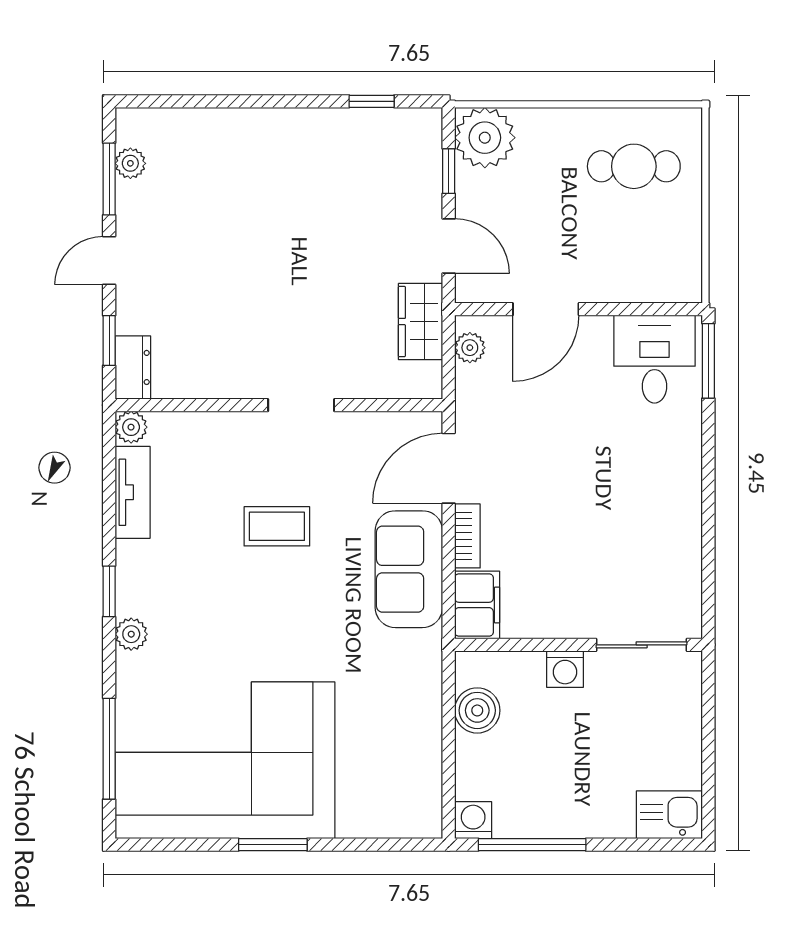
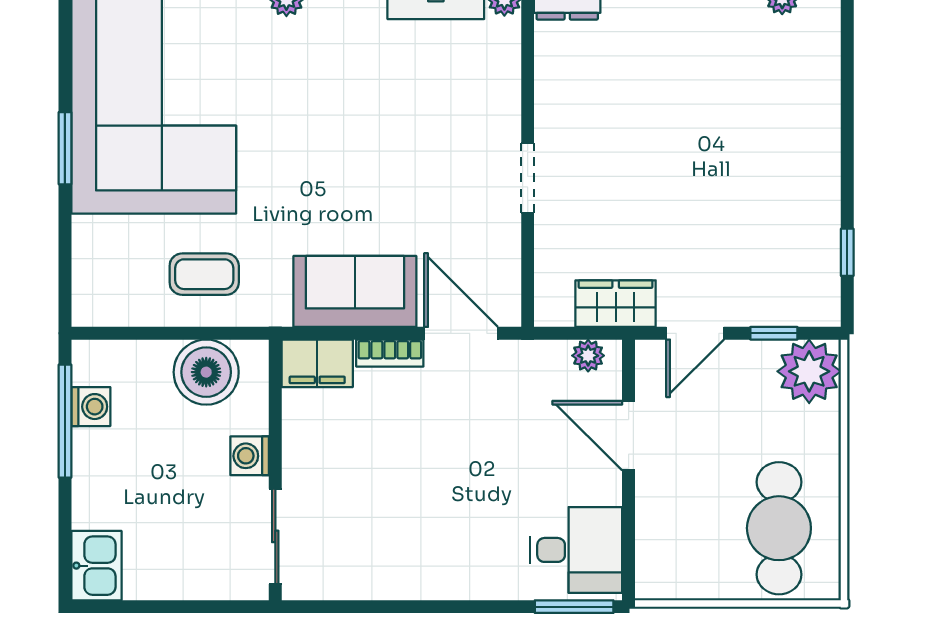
cafe table: (634, 166) -> (779, 528), width x1.37, depth x1.35
coffee table: (277, 526) -> (204, 274), moved, turned 90
boiler: (477, 710) -> (206, 372), width x1.37, depth x1.37
washing machine: (473, 820) -> (91, 407), moved

